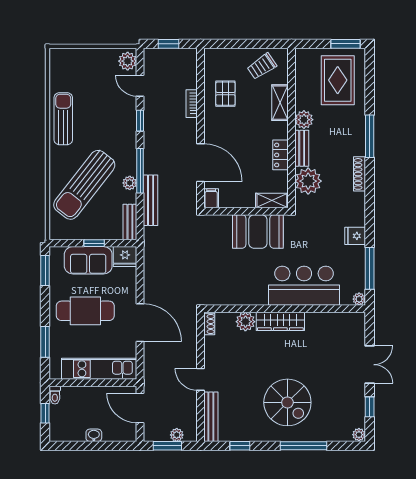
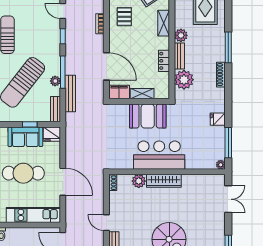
filing cabinet: (211, 198) -> (119, 92), width x2.00
shelving: (272, 200) -> (142, 94), moved
bar counter: (304, 286) -> (159, 155), moved
double door: (370, 365) -> (228, 199), moved

